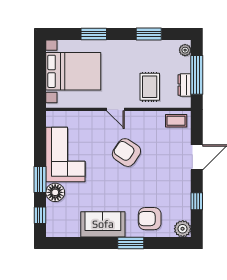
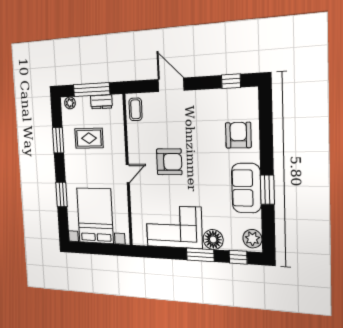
rug: (150, 87) -> (89, 138), moved
armchair: (126, 153) -> (169, 162), turned -124
window: (197, 201) -> (231, 81), moved
armchair: (150, 219) -> (238, 135), turned 180
plant: (183, 229) -> (252, 239), moved
window: (131, 243) -> (267, 190), moved

